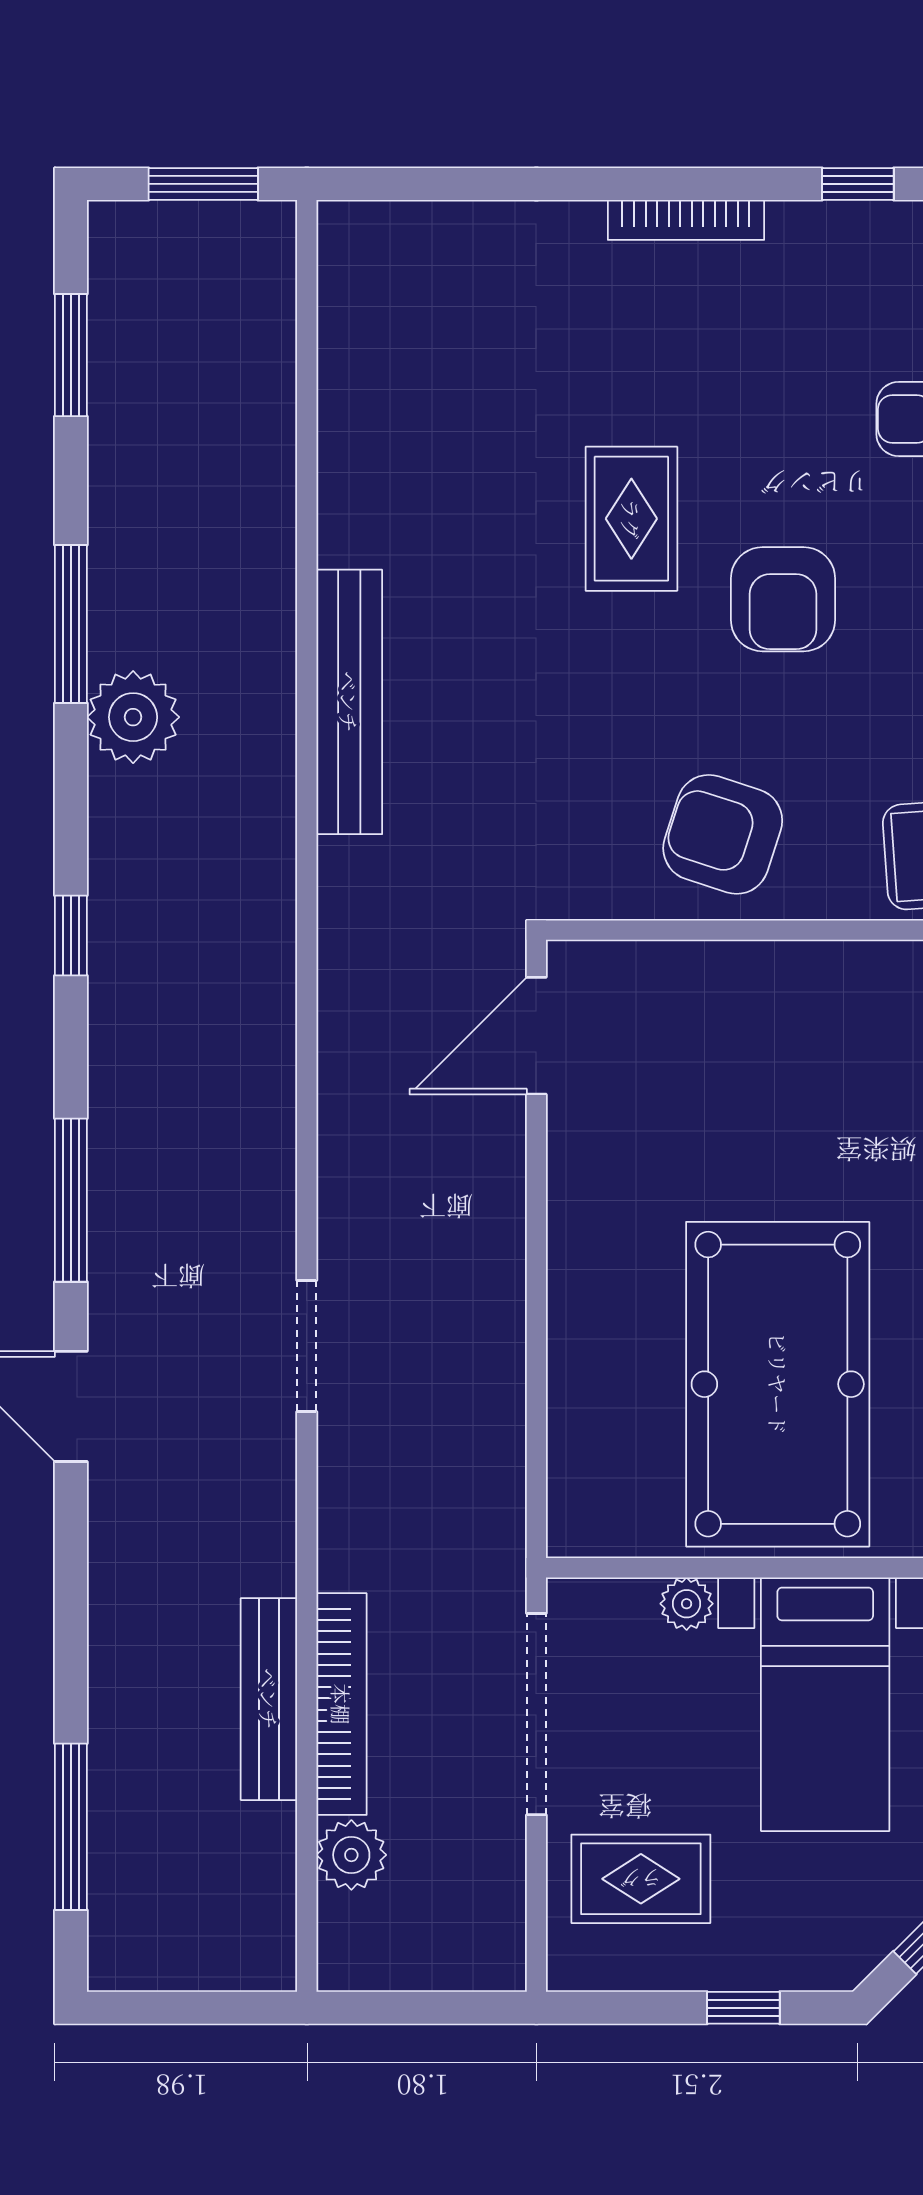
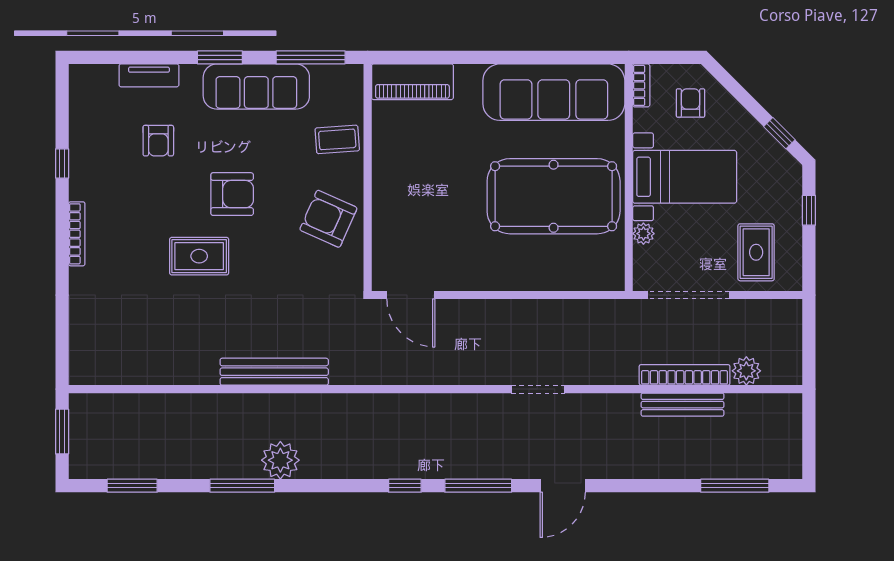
armchair: (723, 834) -> (328, 219), turned 96
window: (71, 936) -> (405, 486), moved

